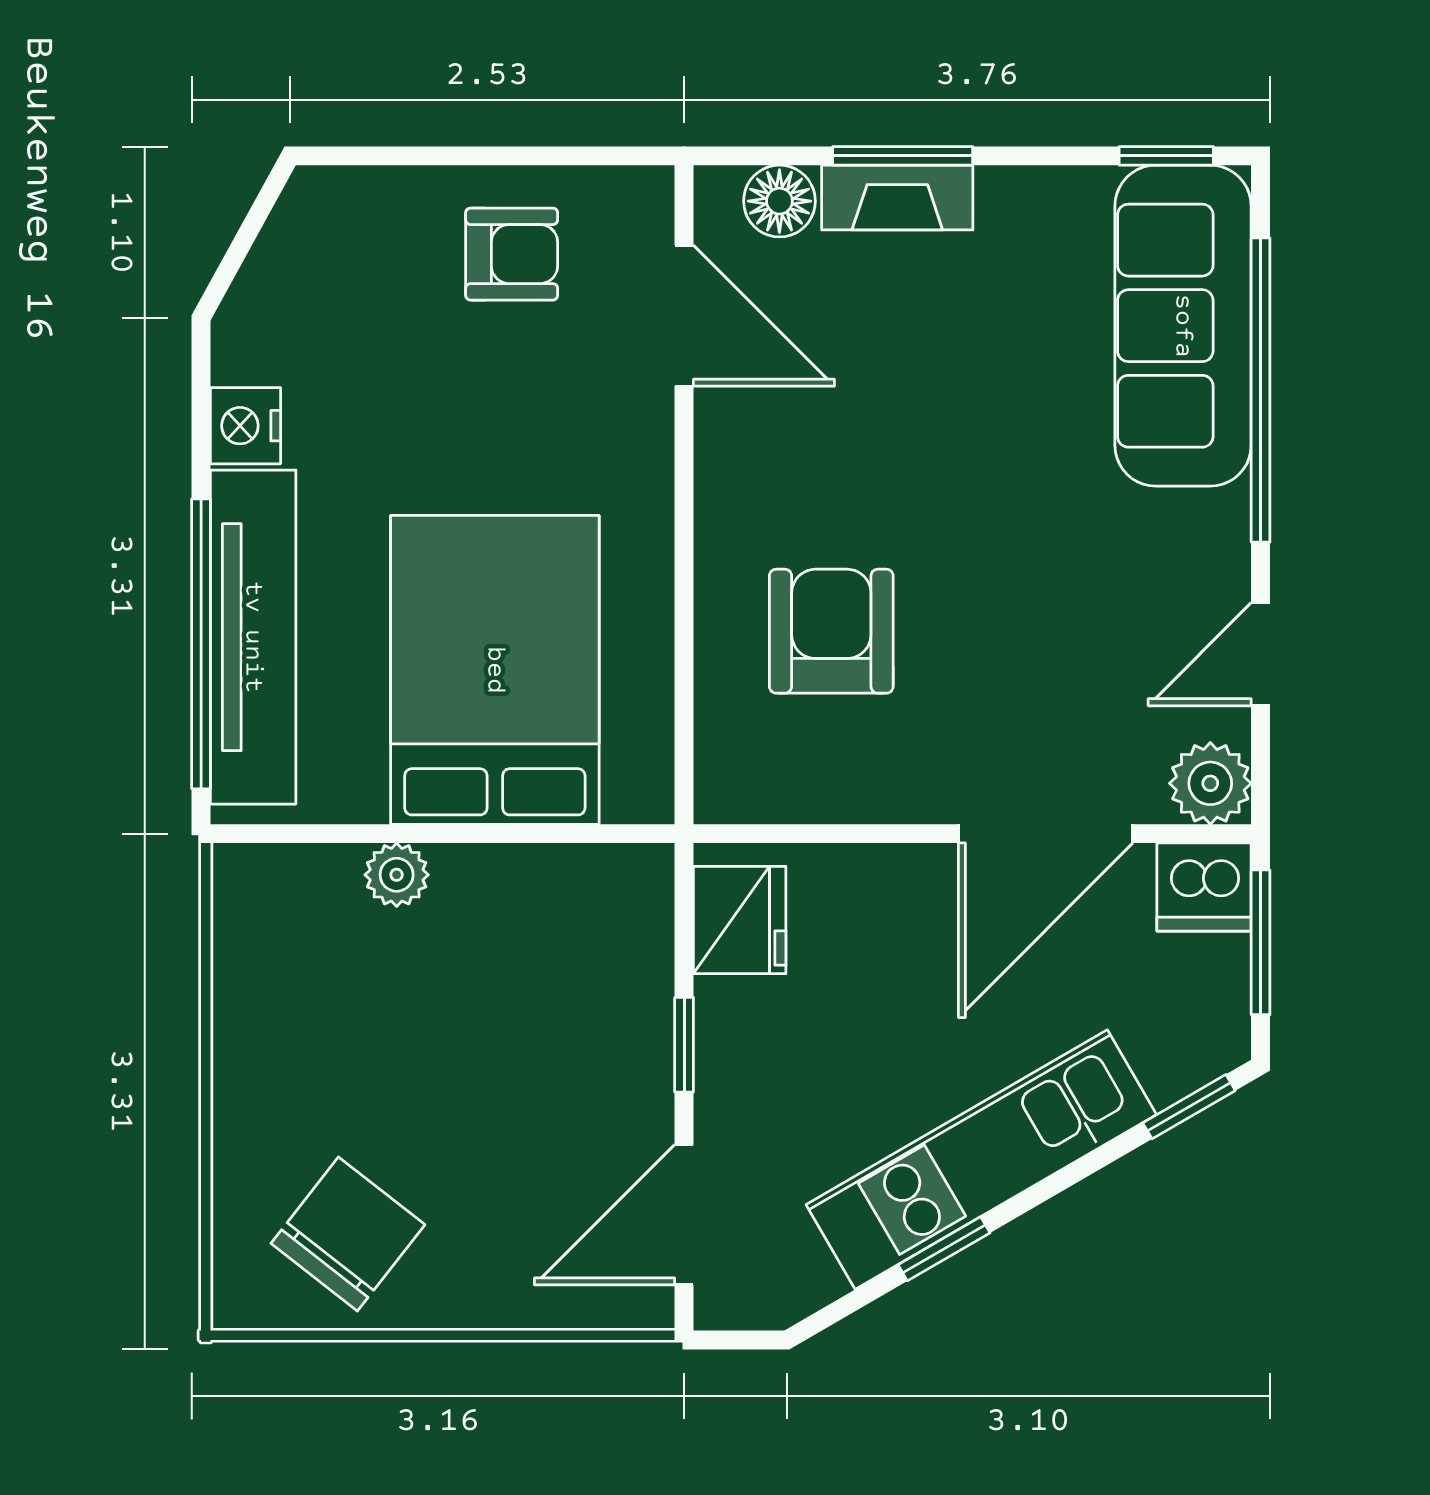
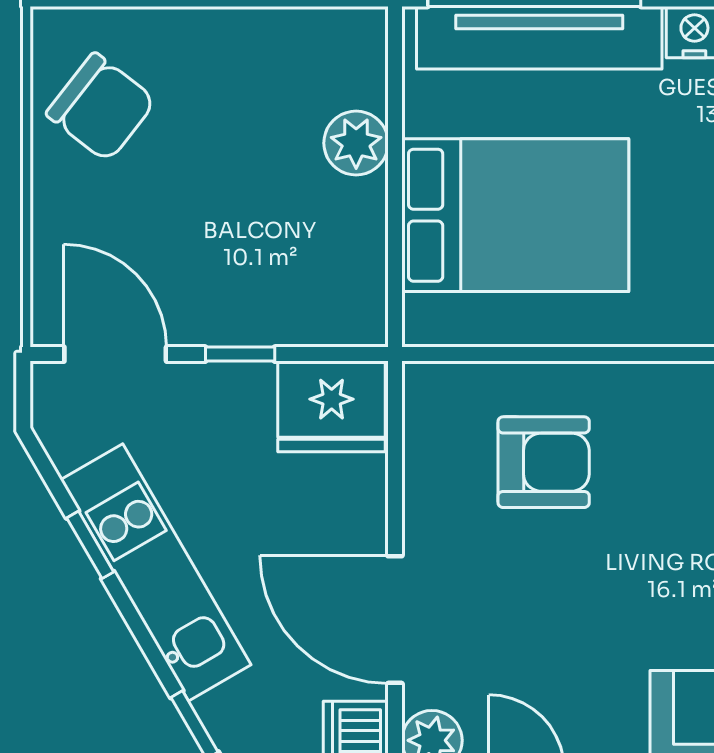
plant: (397, 875) -> (356, 143), width x1.38, depth x1.38
fridge: (740, 920) -> (332, 406), width x1.36, depth x1.34

